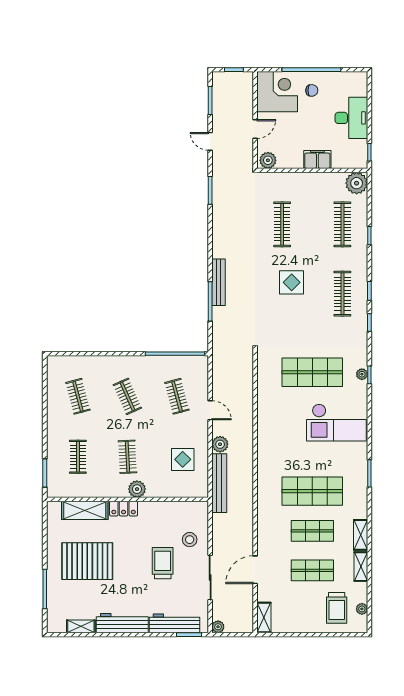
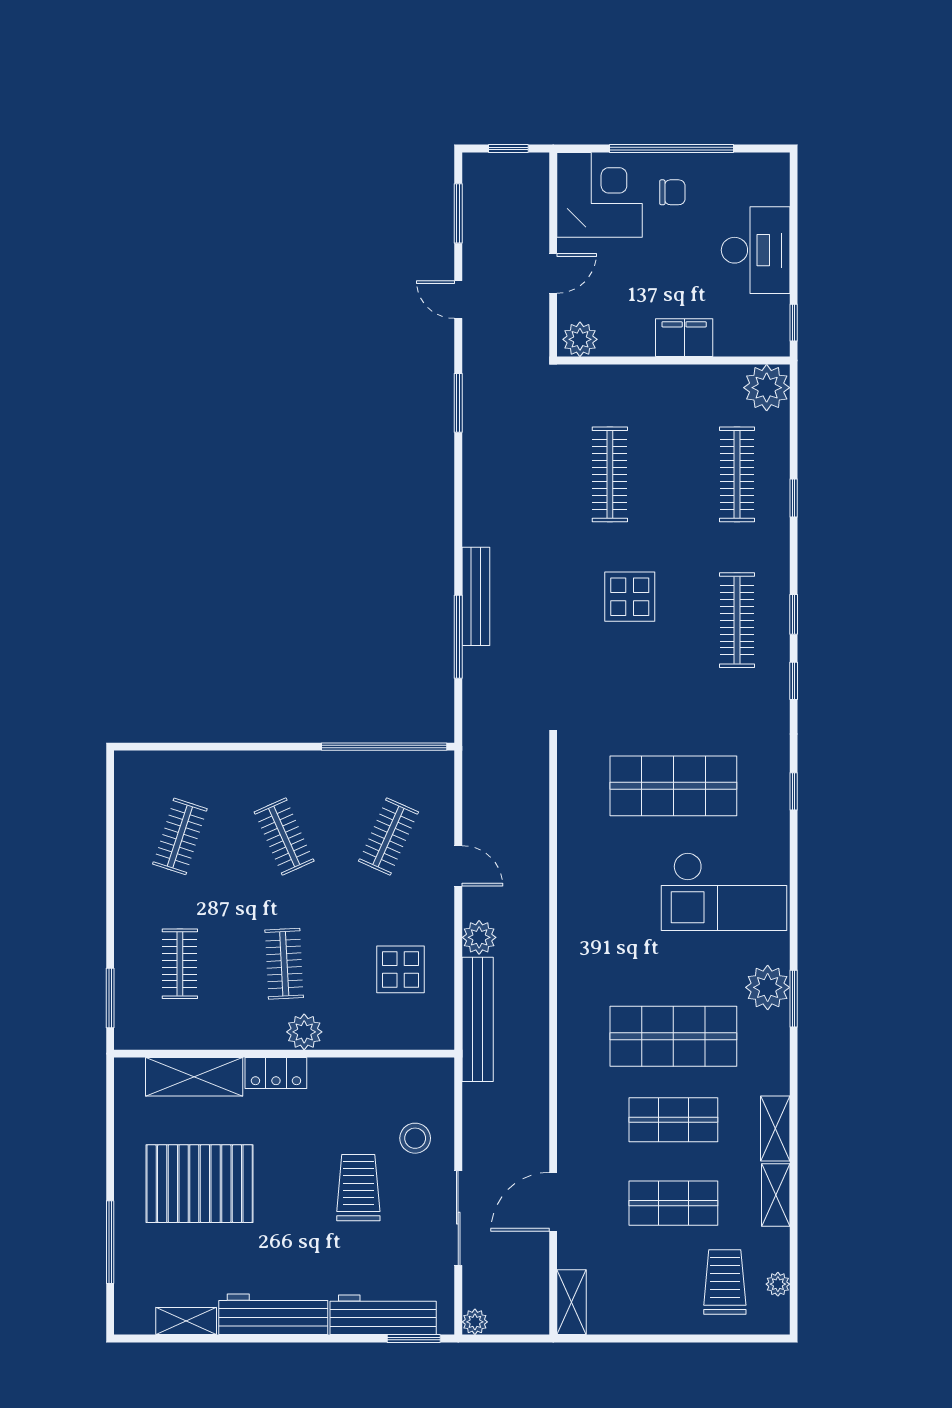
plant: (362, 374) -> (768, 987), moved, width x1.88, depth x1.88
clothes rail: (78, 396) -> (180, 836), turned 33
clothes rail: (177, 396) -> (388, 836), turned 39
trolley: (337, 608) -> (725, 1282), turned 180

